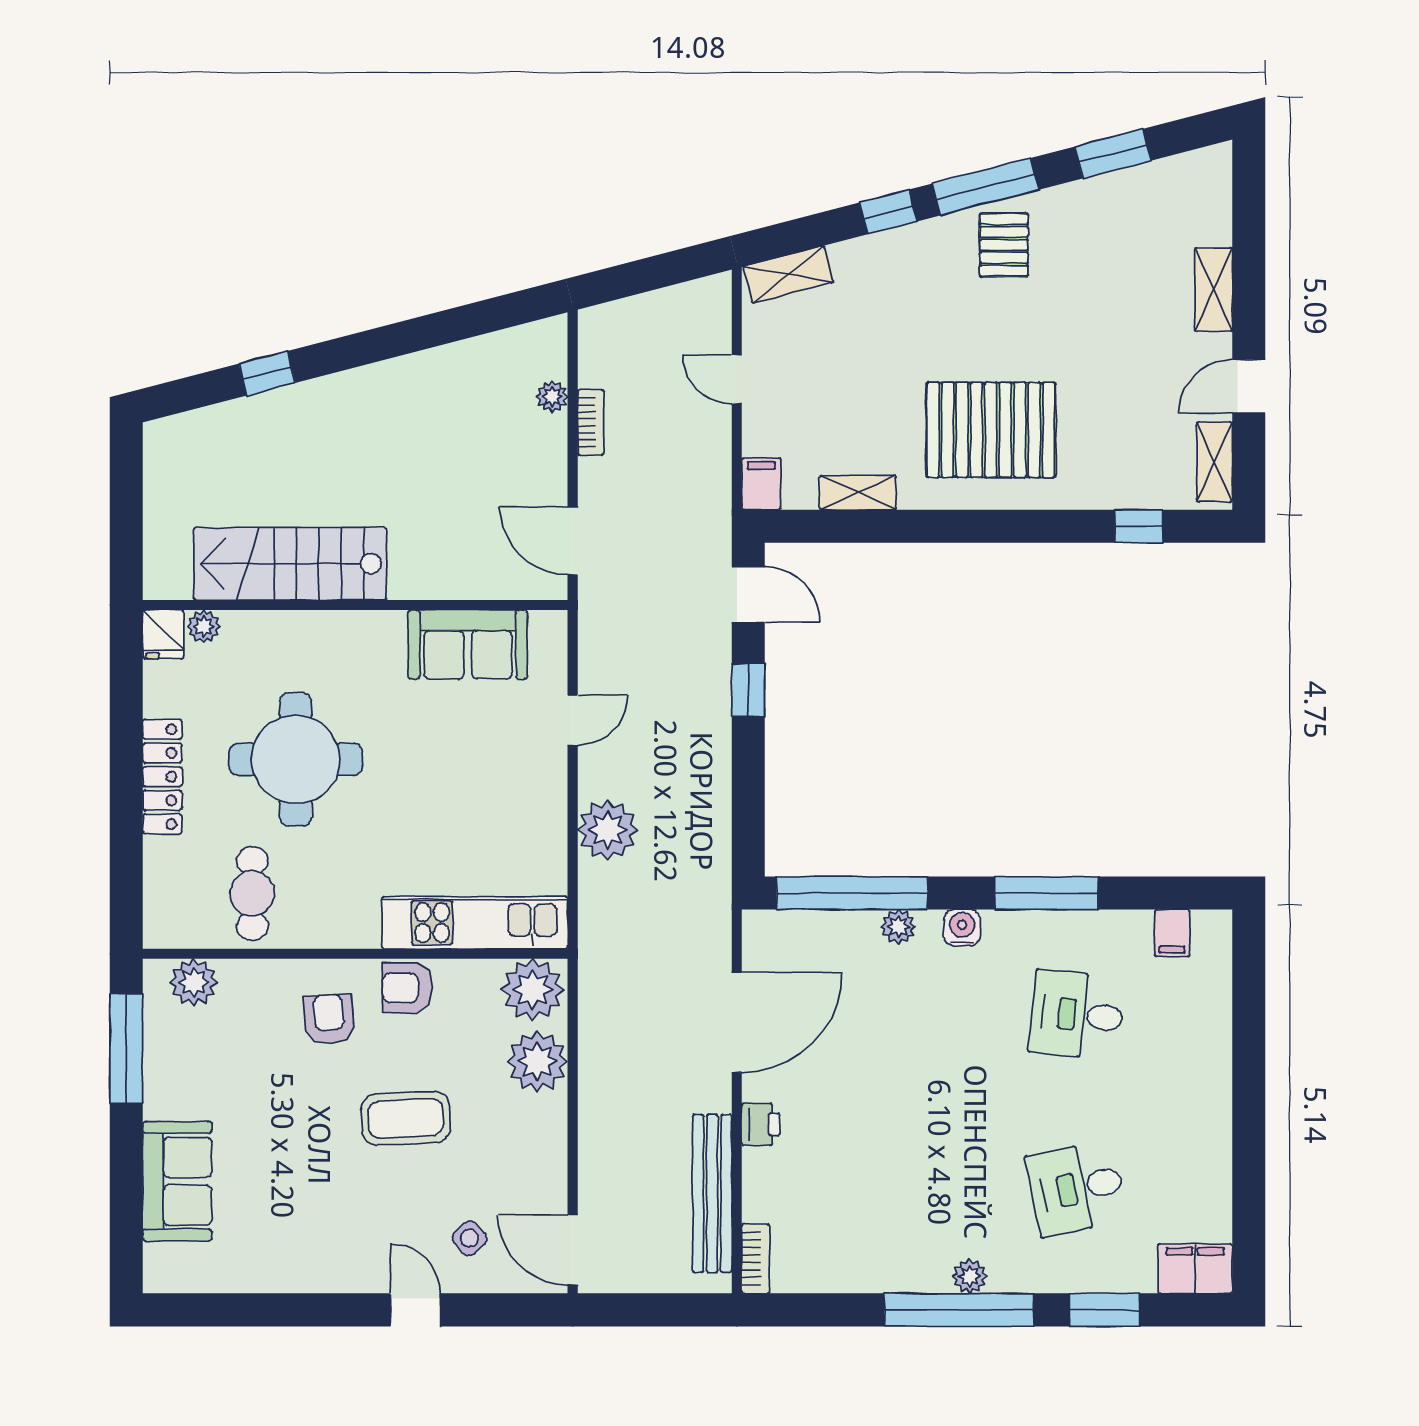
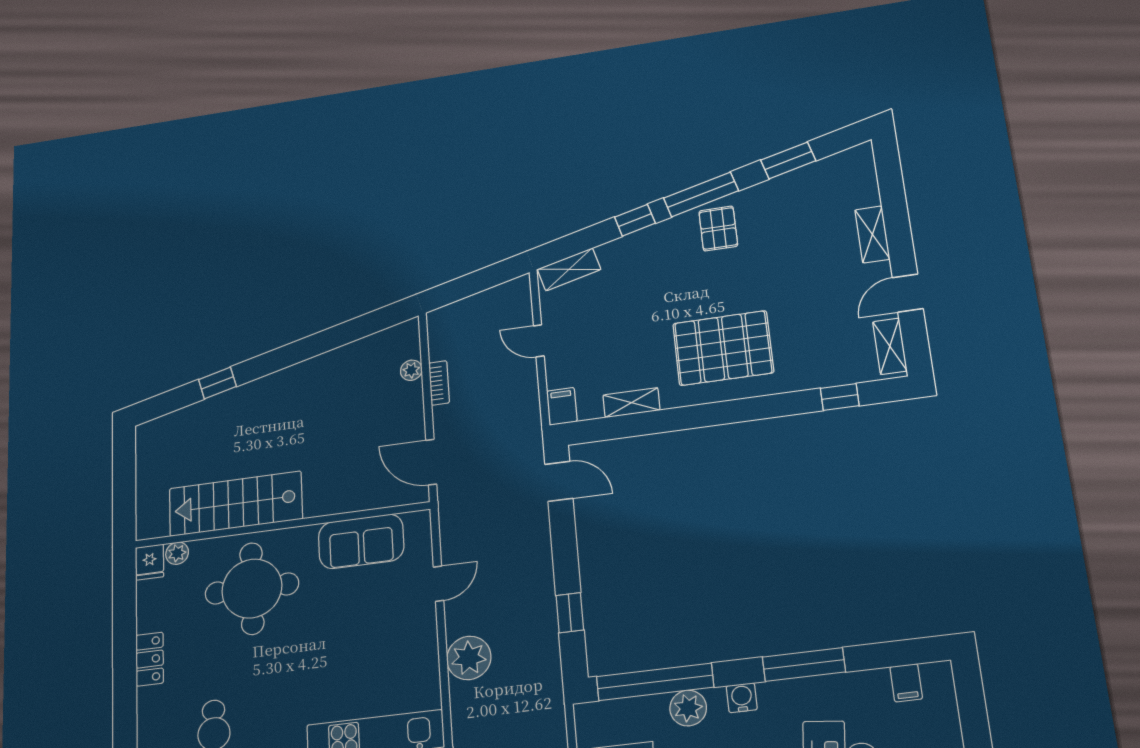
window: (748, 690) -> (570, 613), moved
round table: (296, 759) -> (252, 588), moved
locker: (162, 777) -> (150, 659), width x0.66
plant: (898, 927) -> (688, 708), width x1.38, depth x1.38

